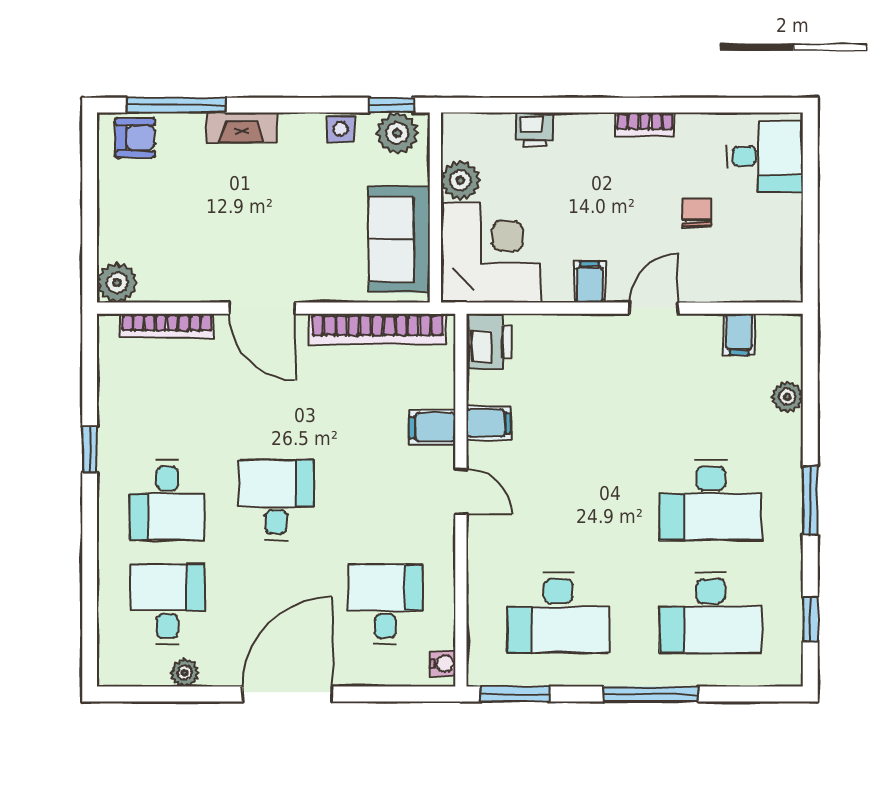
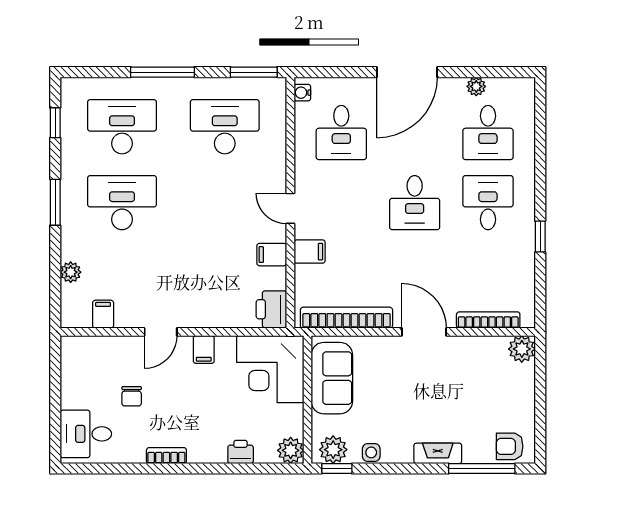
plant: (460, 180) -> (291, 450), moved

